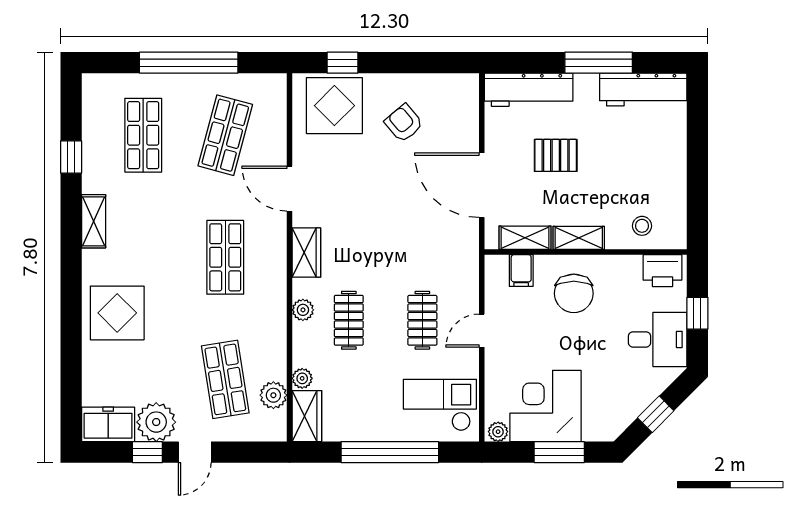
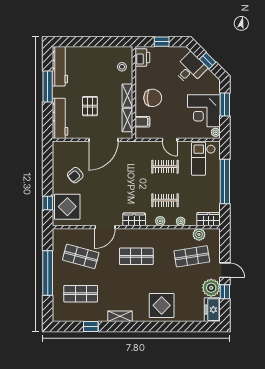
desk: (658, 339) -> (190, 69), moved, turned 45
plant: (302, 378) -> (181, 221), moved

